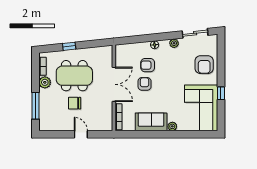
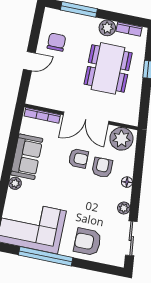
plant: (124, 55) -> (121, 139), added
window: (221, 93) -> (46, 256), width x3.17
chair: (75, 103) -> (56, 42), moved

